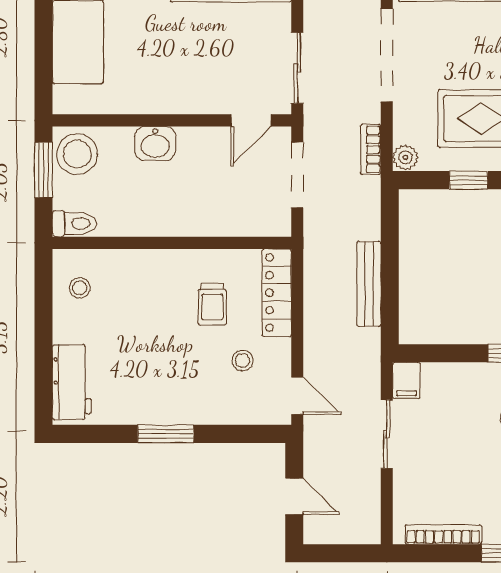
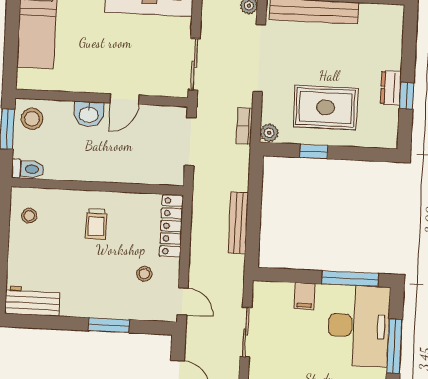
door: (251, 120) -> (125, 99), moved
stool: (77, 154) -> (32, 119), width x0.73, depth x0.73
trolley: (212, 304) -> (96, 224), moved
filing cabinet: (406, 380) -> (305, 296), moved
workbench: (72, 382) -> (32, 301), moved, turned -90
window: (166, 434) -> (109, 325), moved

